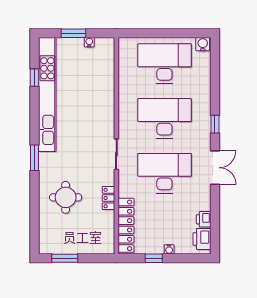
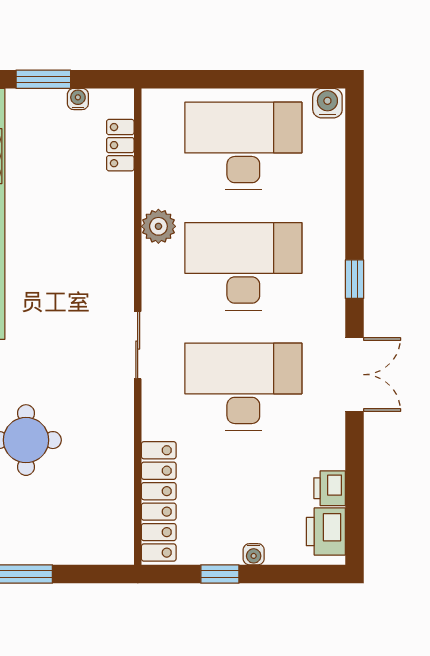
plant: (126, 100) -> (158, 226), added
locker: (108, 198) -> (120, 145), moved

